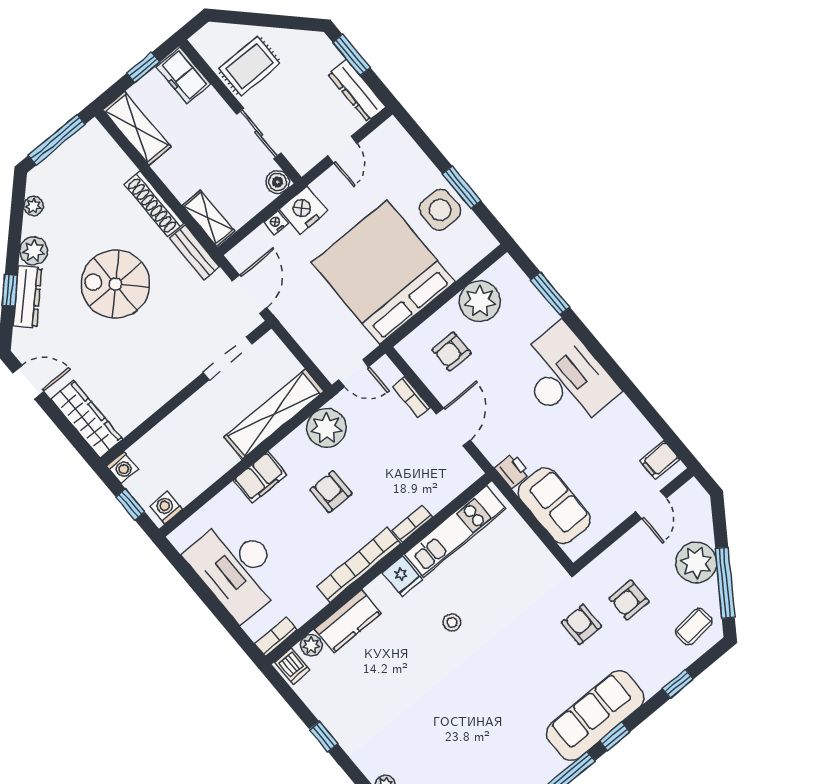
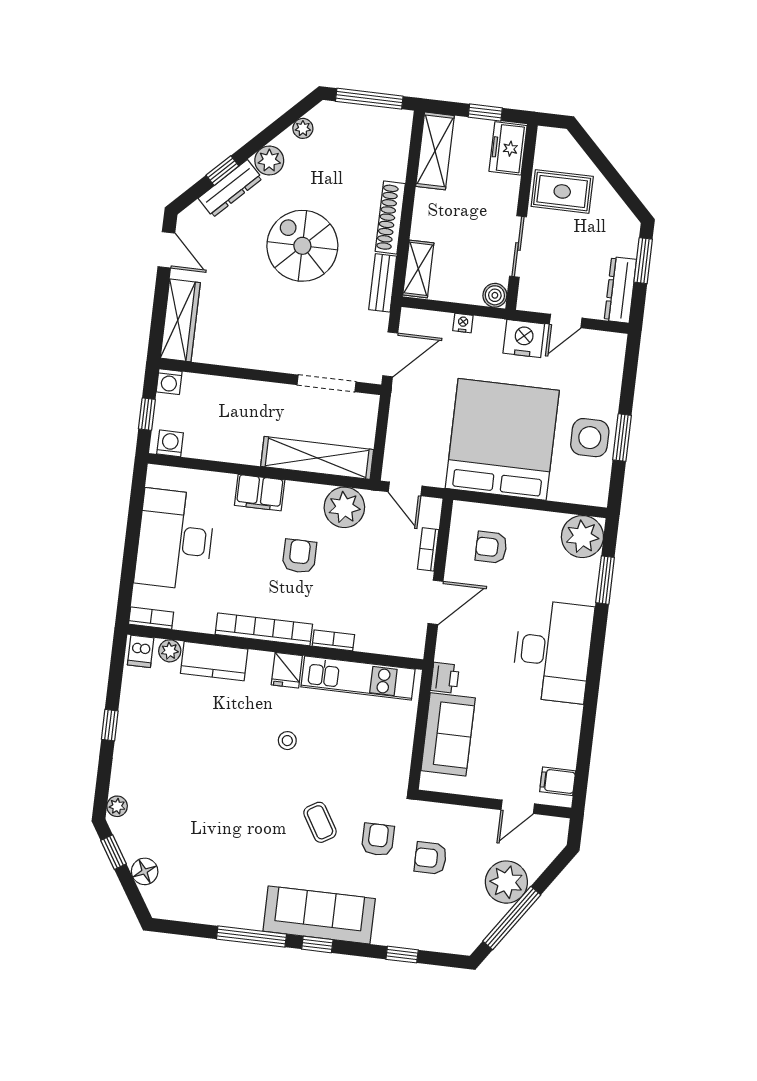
nightstand: (303, 210) -> (524, 339), moved
plant: (480, 301) -> (582, 537), moved
coffee table: (694, 627) -> (320, 822), moved, turned 64

